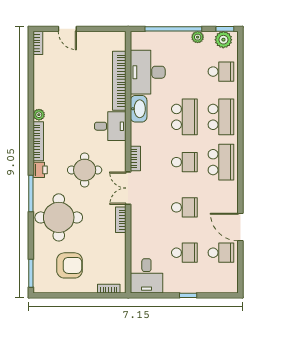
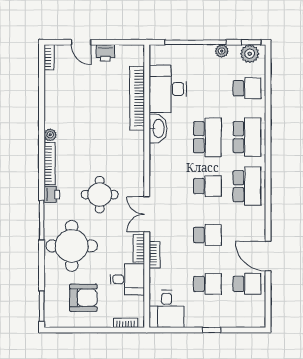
printer: (90, 39) -> (105, 53), added
desk: (110, 126) -> (127, 279), moved
bookcase: (135, 158) -> (155, 255), moved

